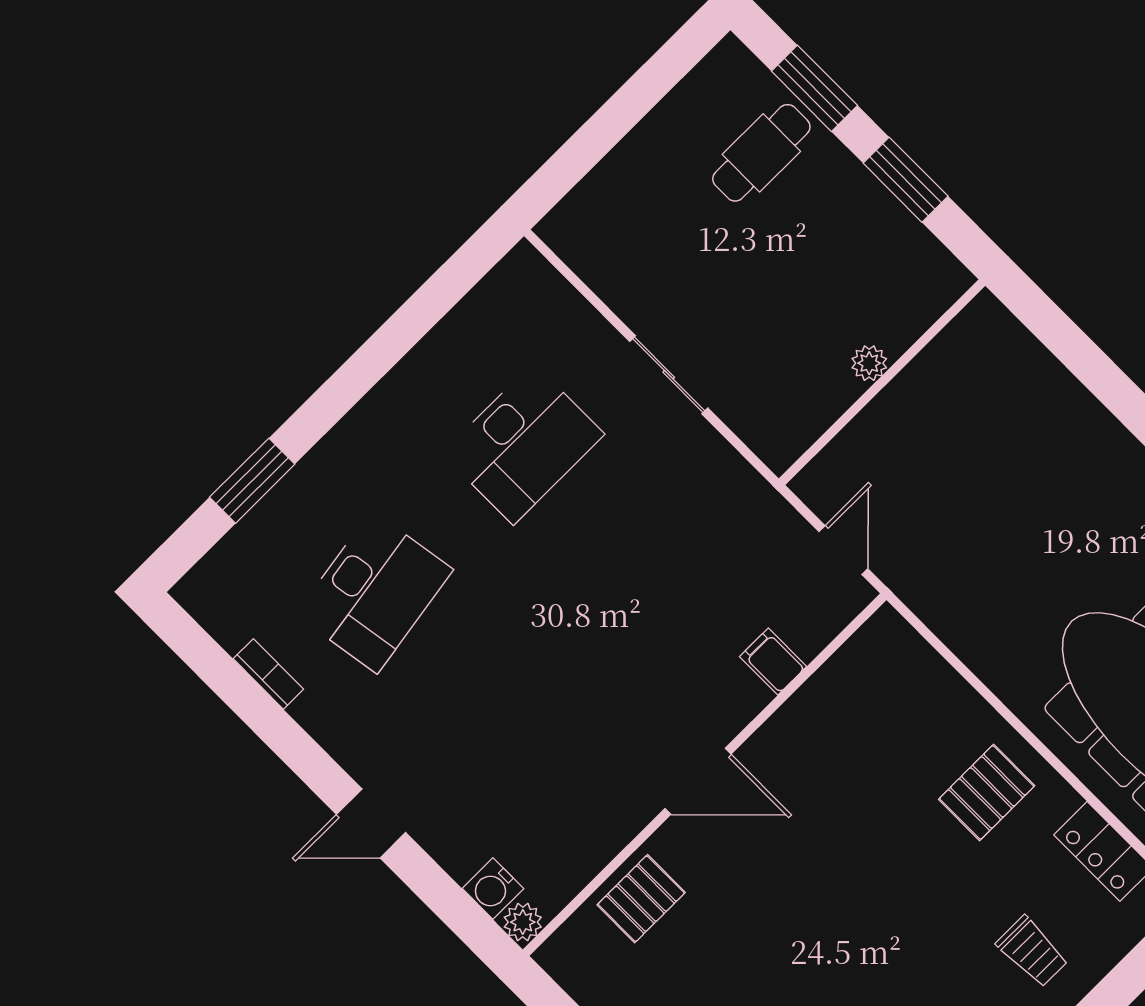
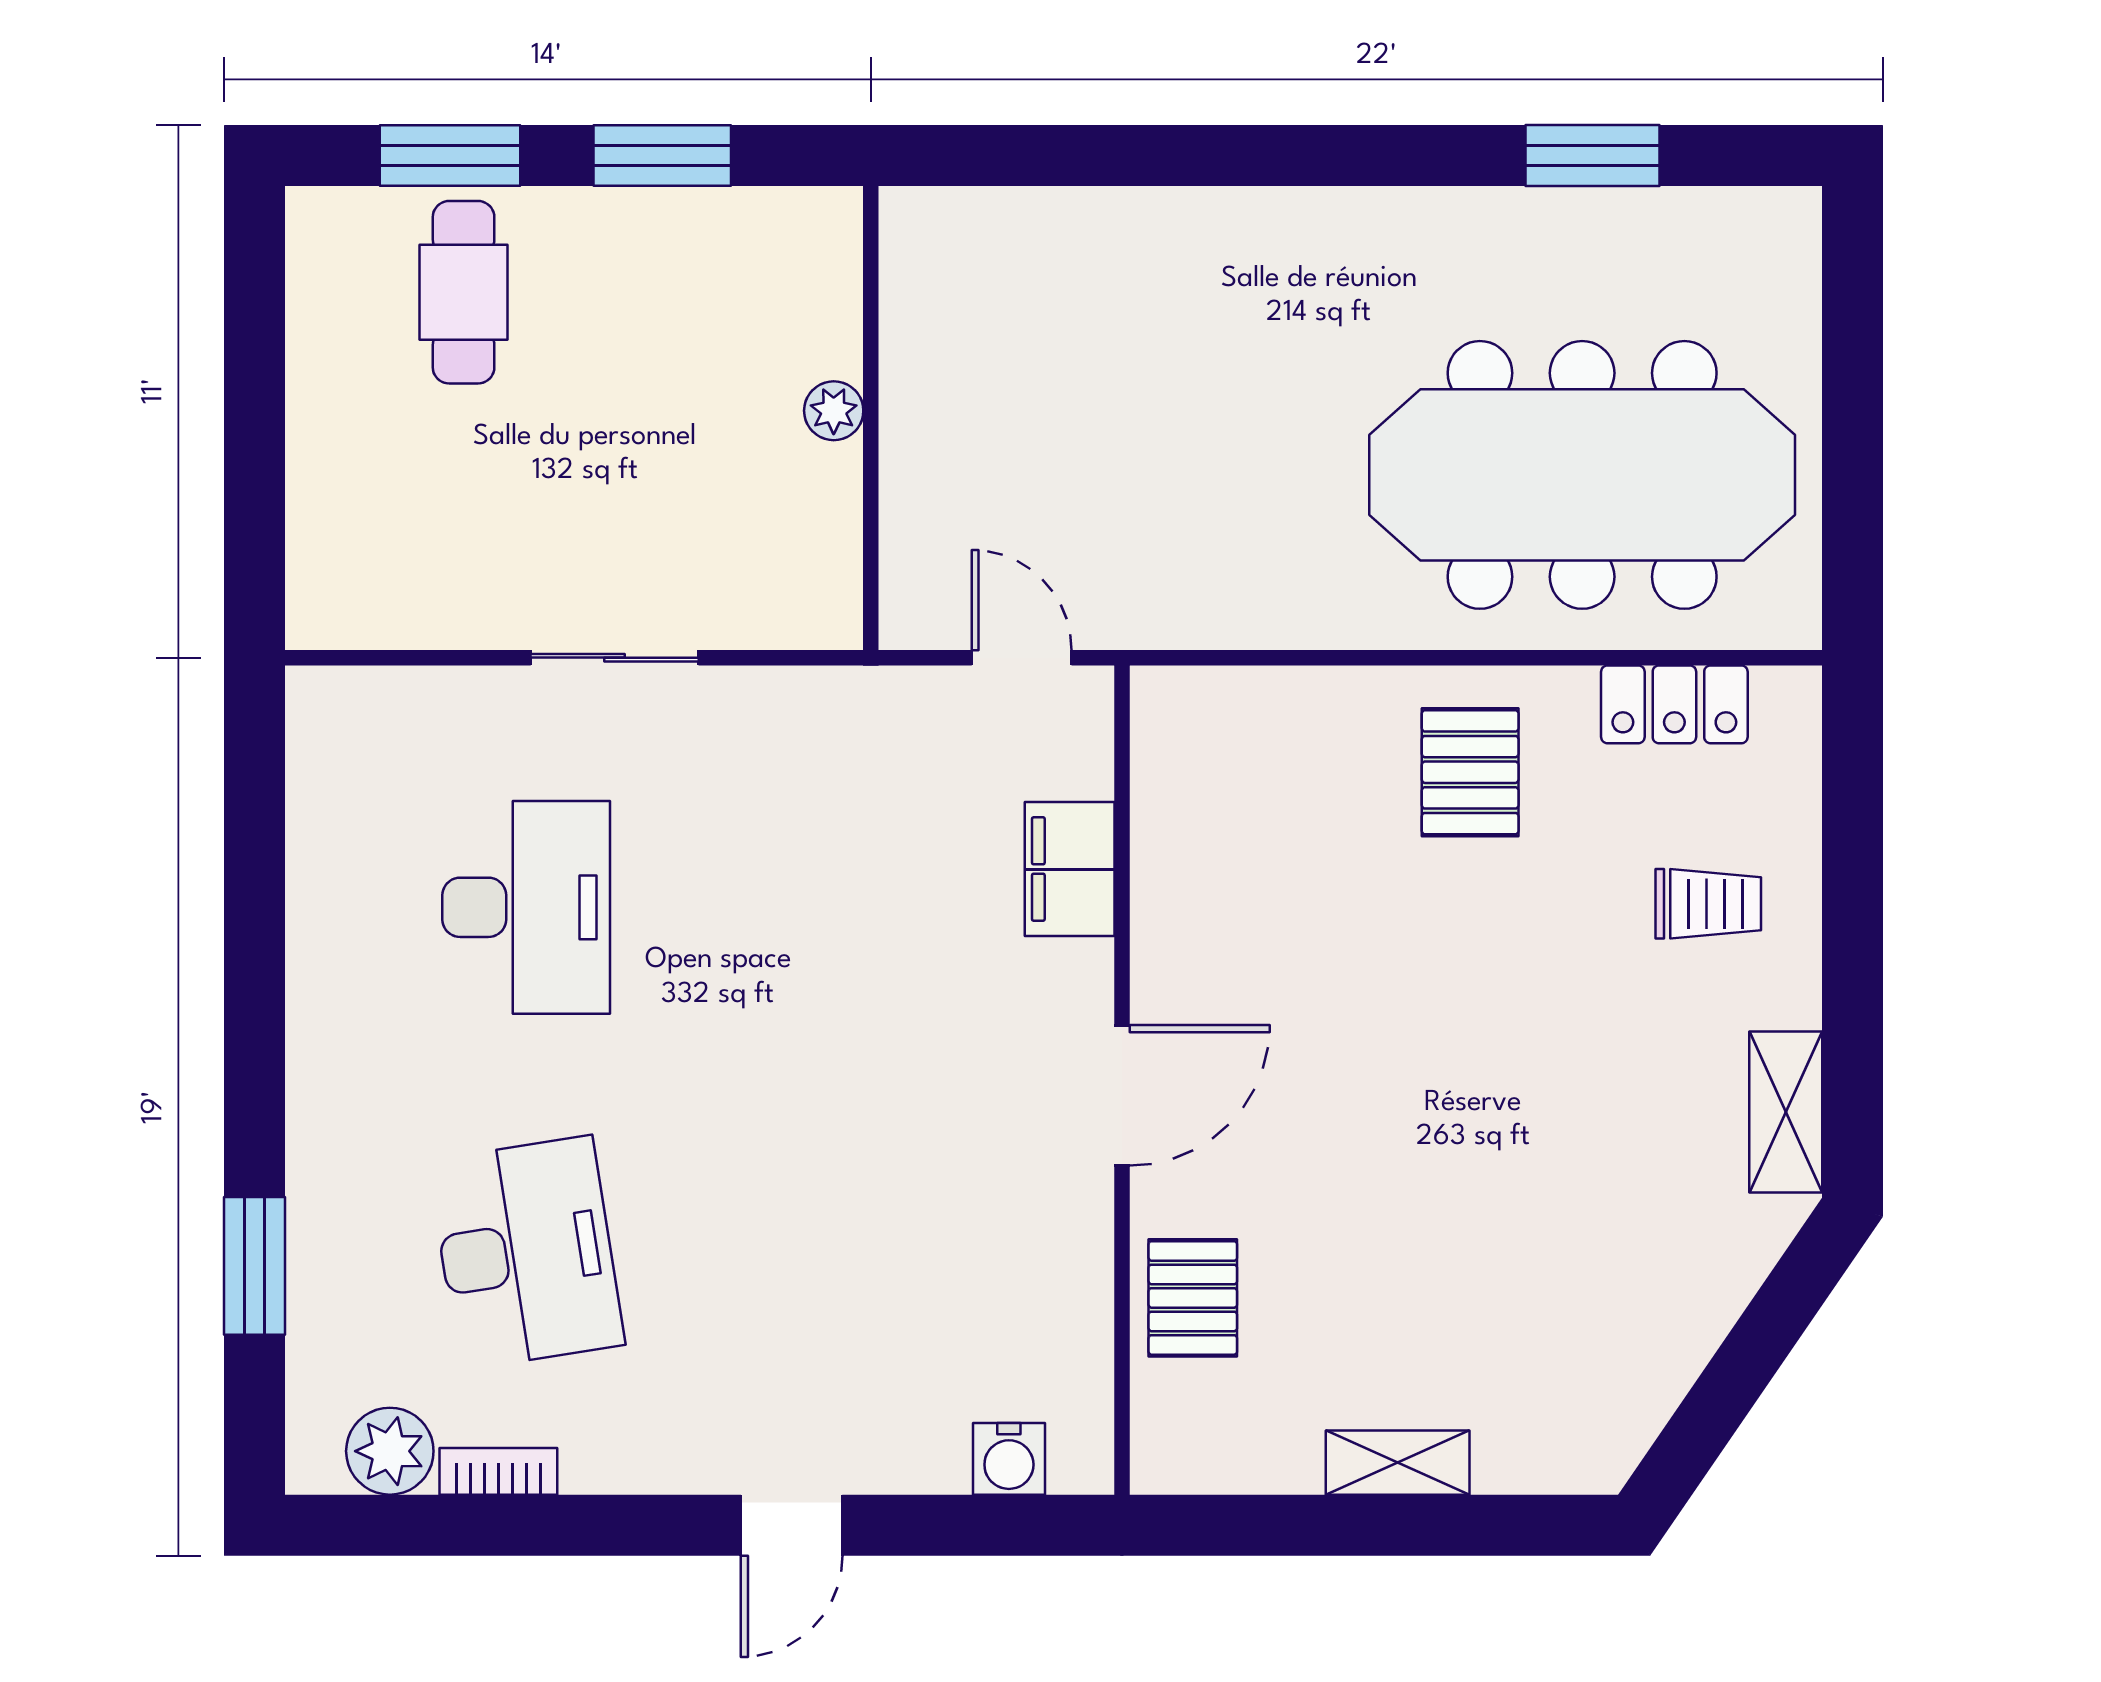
filing cabinet: (773, 661) -> (1070, 869), width x2.00
plant: (523, 922) -> (390, 1451), moved, width x1.38, depth x1.38

